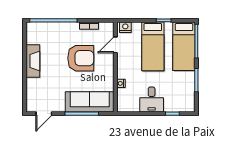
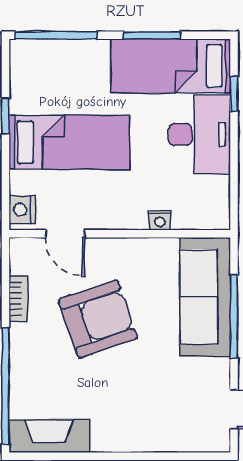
bed: (184, 46) -> (171, 66), moved, turned 180
armchair: (81, 58) -> (98, 319), turned 71
fireplace: (33, 61) -> (49, 436), moved
desk: (152, 100) -> (199, 135), width x1.37

